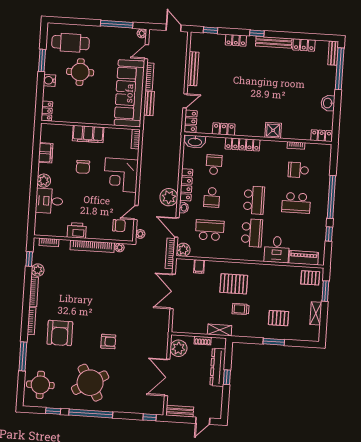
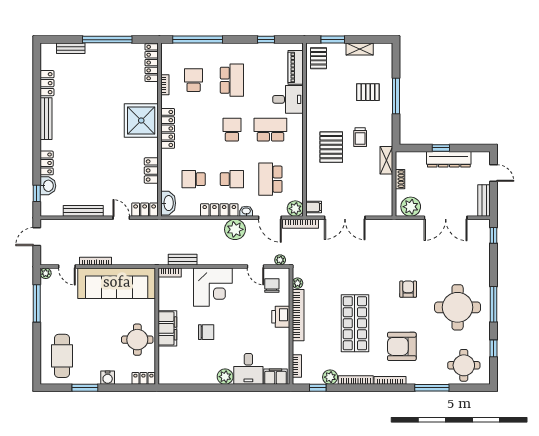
window: (257, 33) -> (37, 139), removed
bench: (333, 53) -> (71, 48), moved
window: (340, 69) -> (107, 40), moved
round table: (80, 72) -> (137, 340), moved
bench: (149, 103) -> (183, 260), moved
washbasin: (328, 103) -> (48, 186), moved, turned -90
shower: (273, 130) -> (141, 120), width x1.86, depth x1.86
locker: (321, 136) -> (152, 63), width x1.53
locker: (242, 144) -> (168, 128), moved
filing cabinet: (46, 153) -> (276, 377), moved
school desk: (298, 170) -> (194, 80), turned 180
window: (331, 197) -> (198, 40), moved
school desk: (254, 200) -> (232, 130), width x0.54
door: (177, 228) -> (270, 218), hinge flipped
printer: (77, 230) -> (281, 317), moved
filing cabinet: (199, 266) -> (314, 207), moved
shop shelf: (82, 294) -> (355, 323), added
pallet: (279, 318) -> (368, 92), turned 90
armchair: (60, 333) -> (402, 346), turned 180
window: (274, 342) -> (396, 96), width x1.44
dresser: (218, 367) -> (449, 159), moved
round table: (90, 383) -> (458, 307), turned 30
window: (91, 414) -> (494, 304), width x0.68

